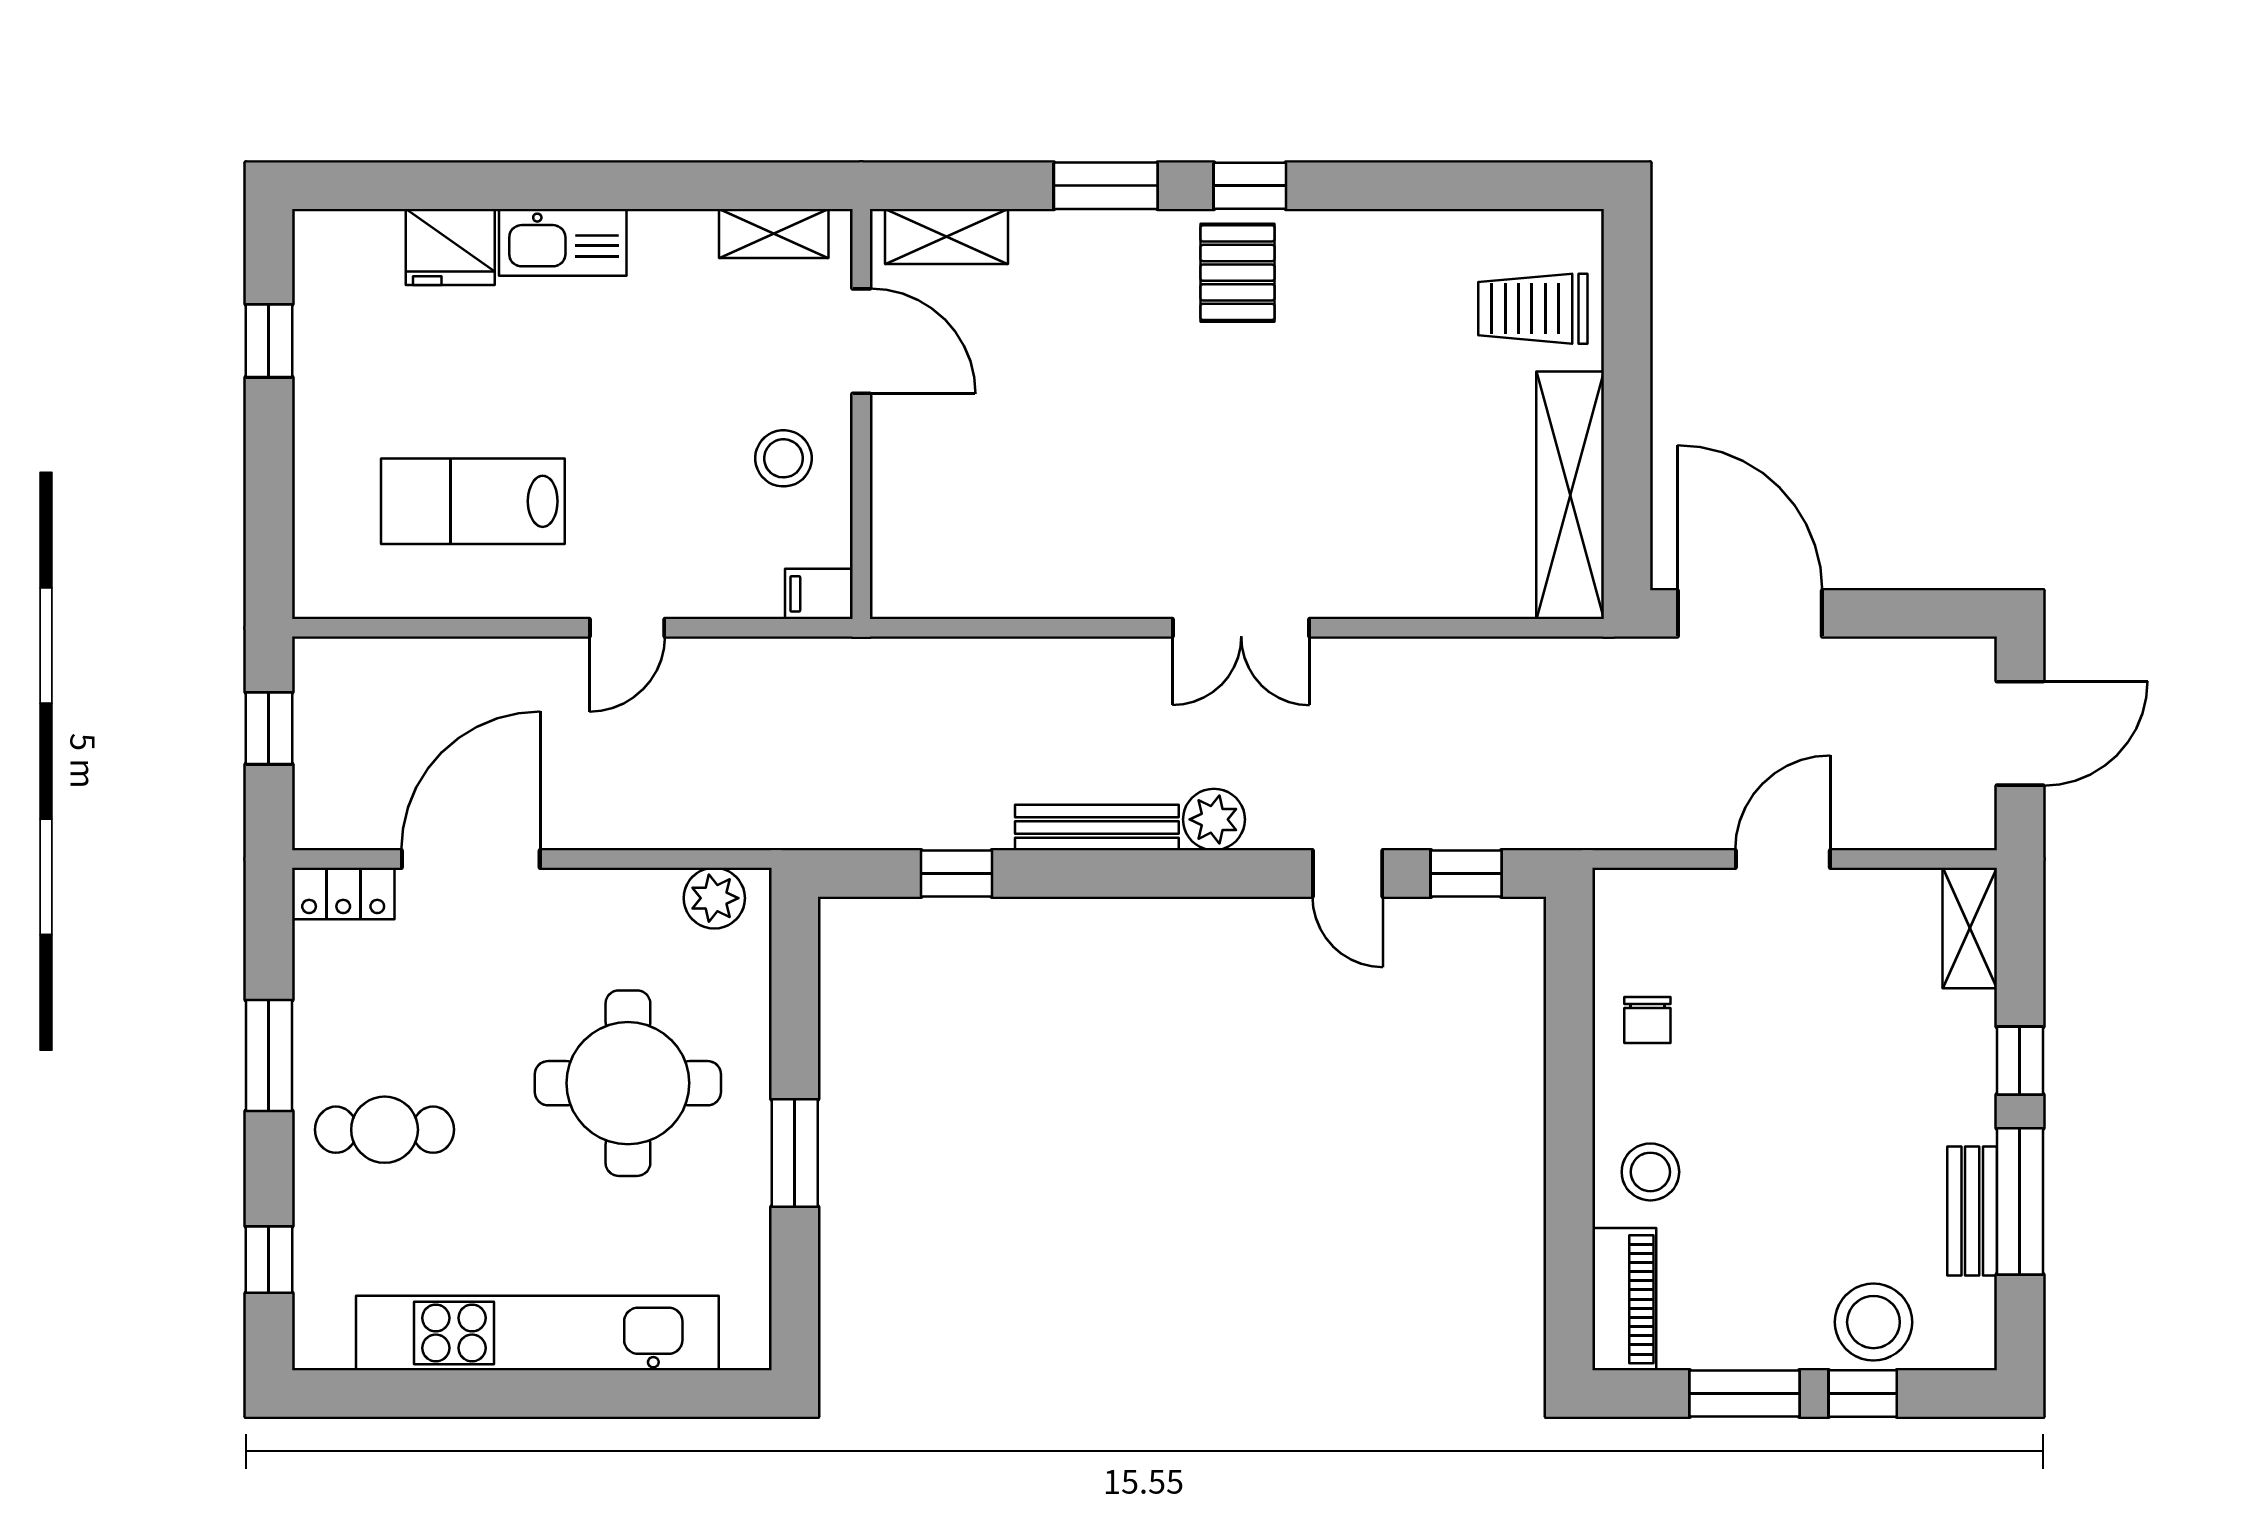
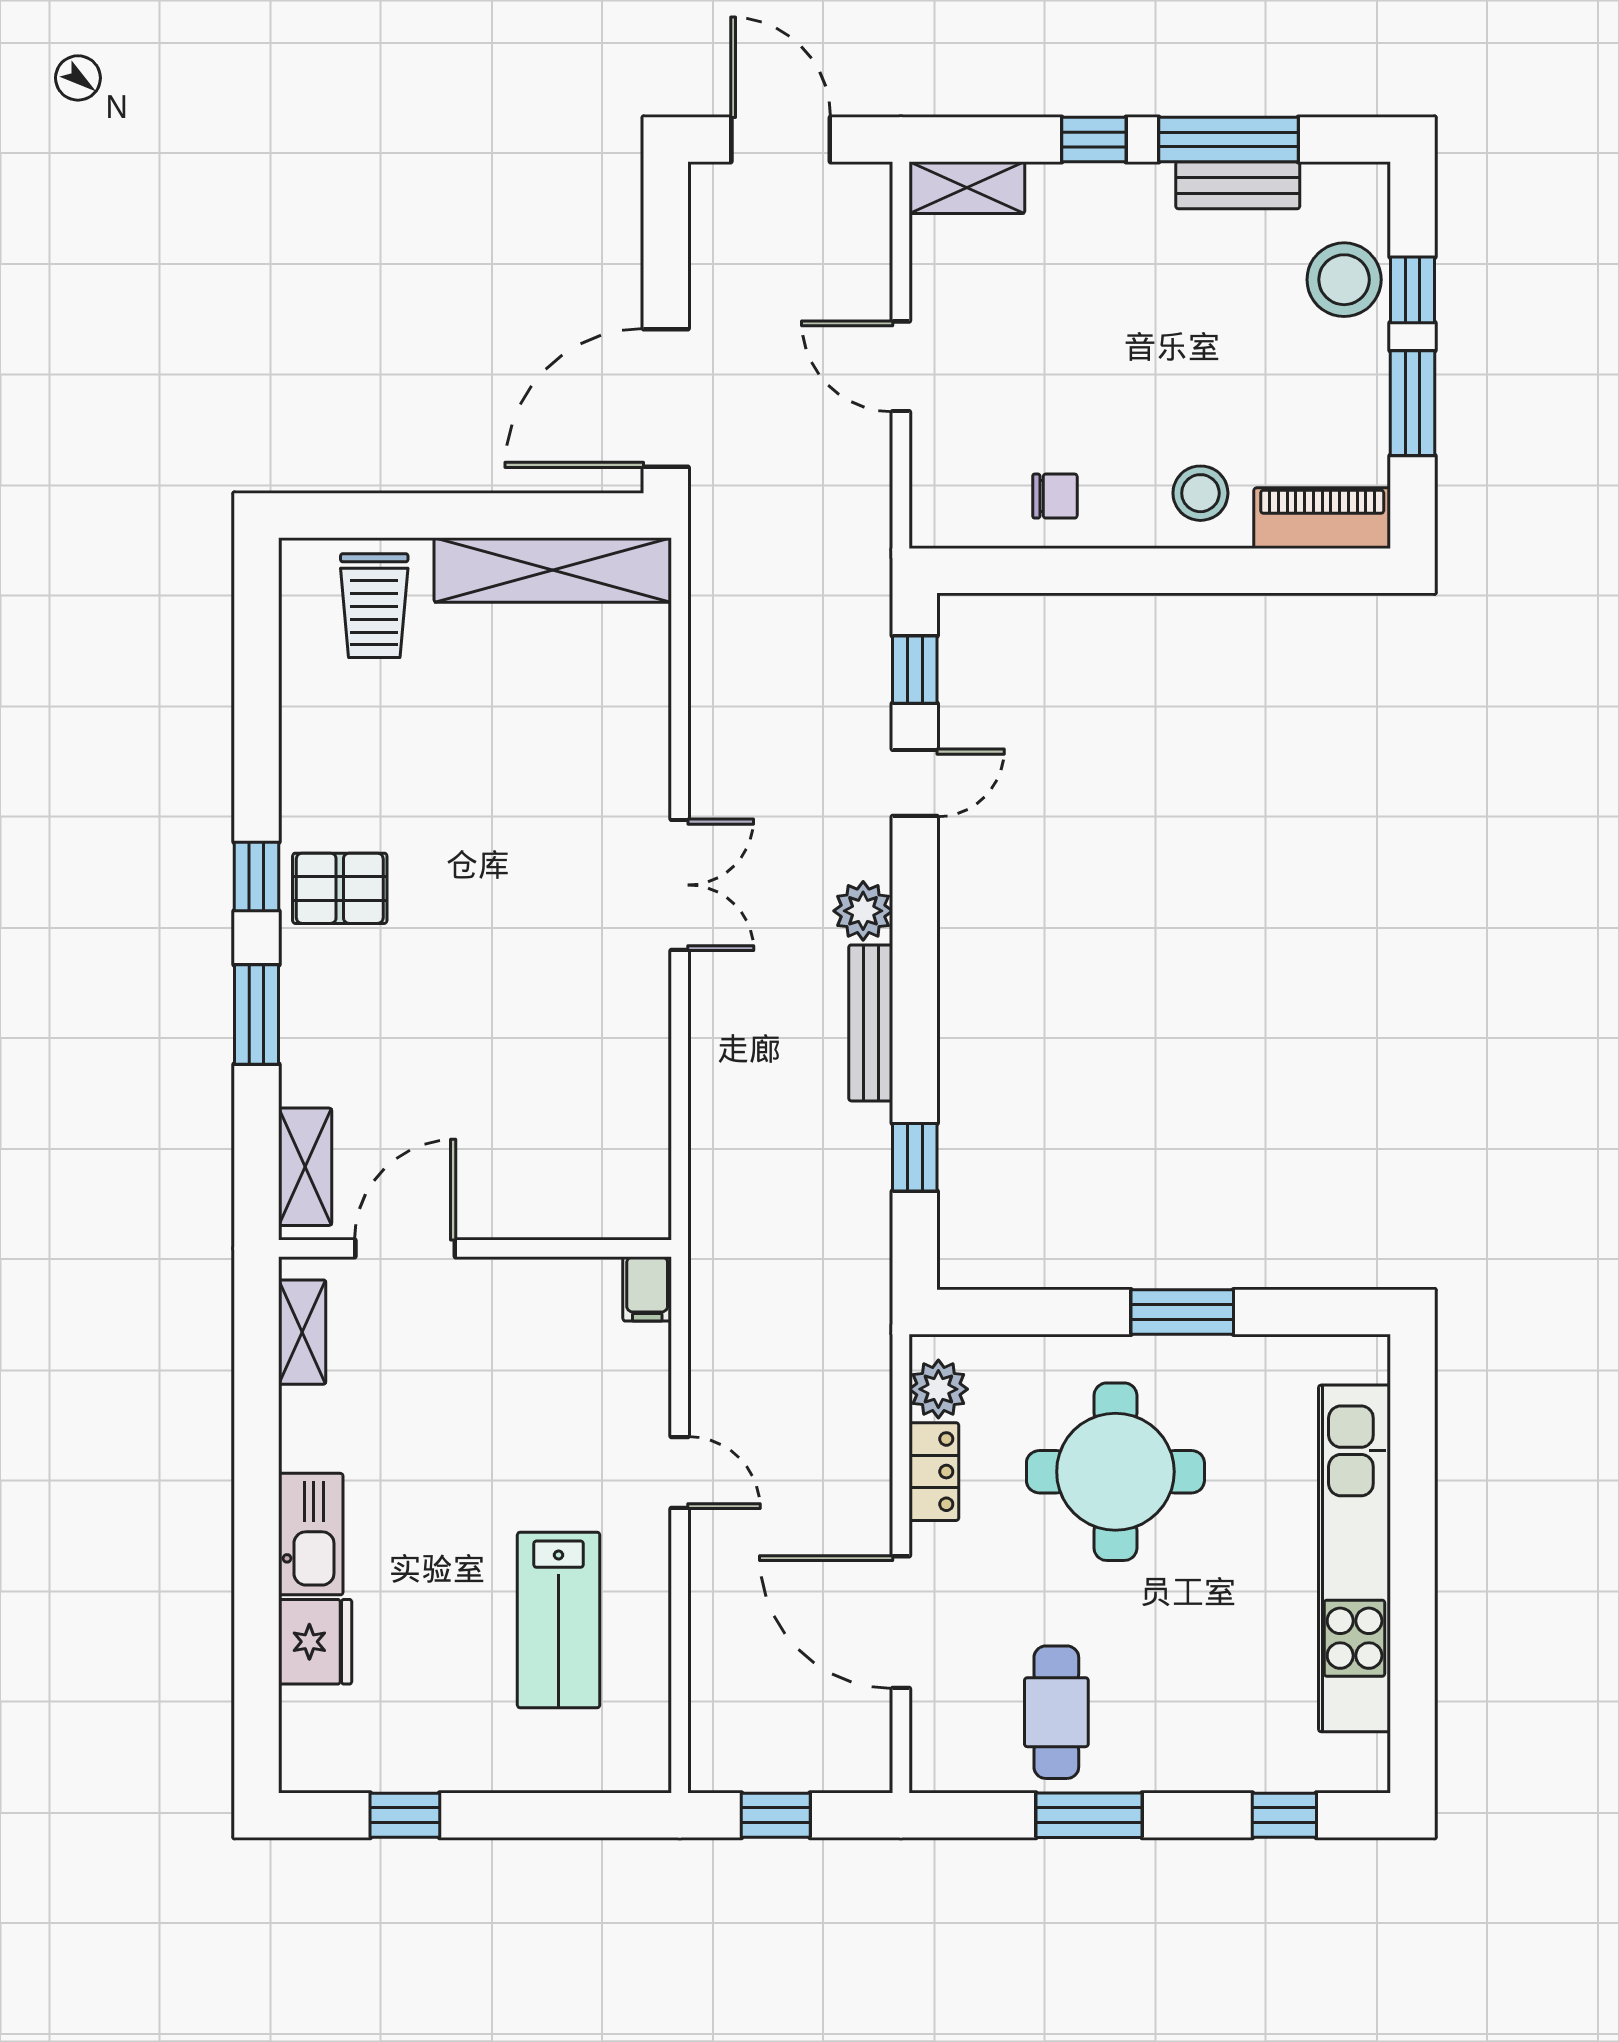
stool: (783, 458) -> (517, 1323), removed
locker: (343, 893) -> (934, 1472), moved
cafe table: (385, 1130) -> (1056, 1712), moved

